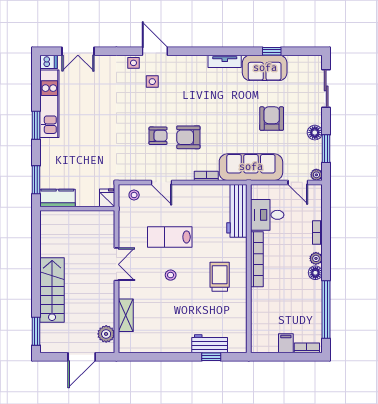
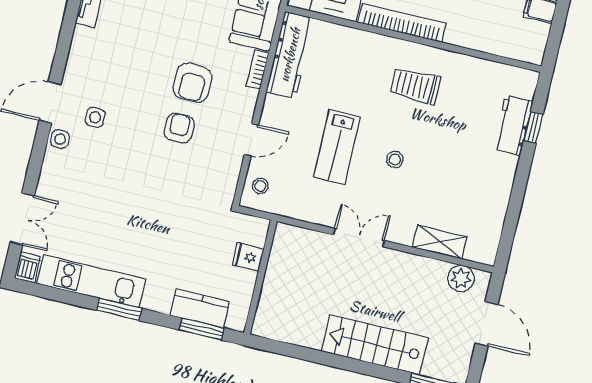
kitchen counter: (57, 198) -> (200, 308), moved, turned 90
fridge: (107, 198) -> (248, 257), moved
workbench: (237, 211) -> (290, 55), moved, turned -90

